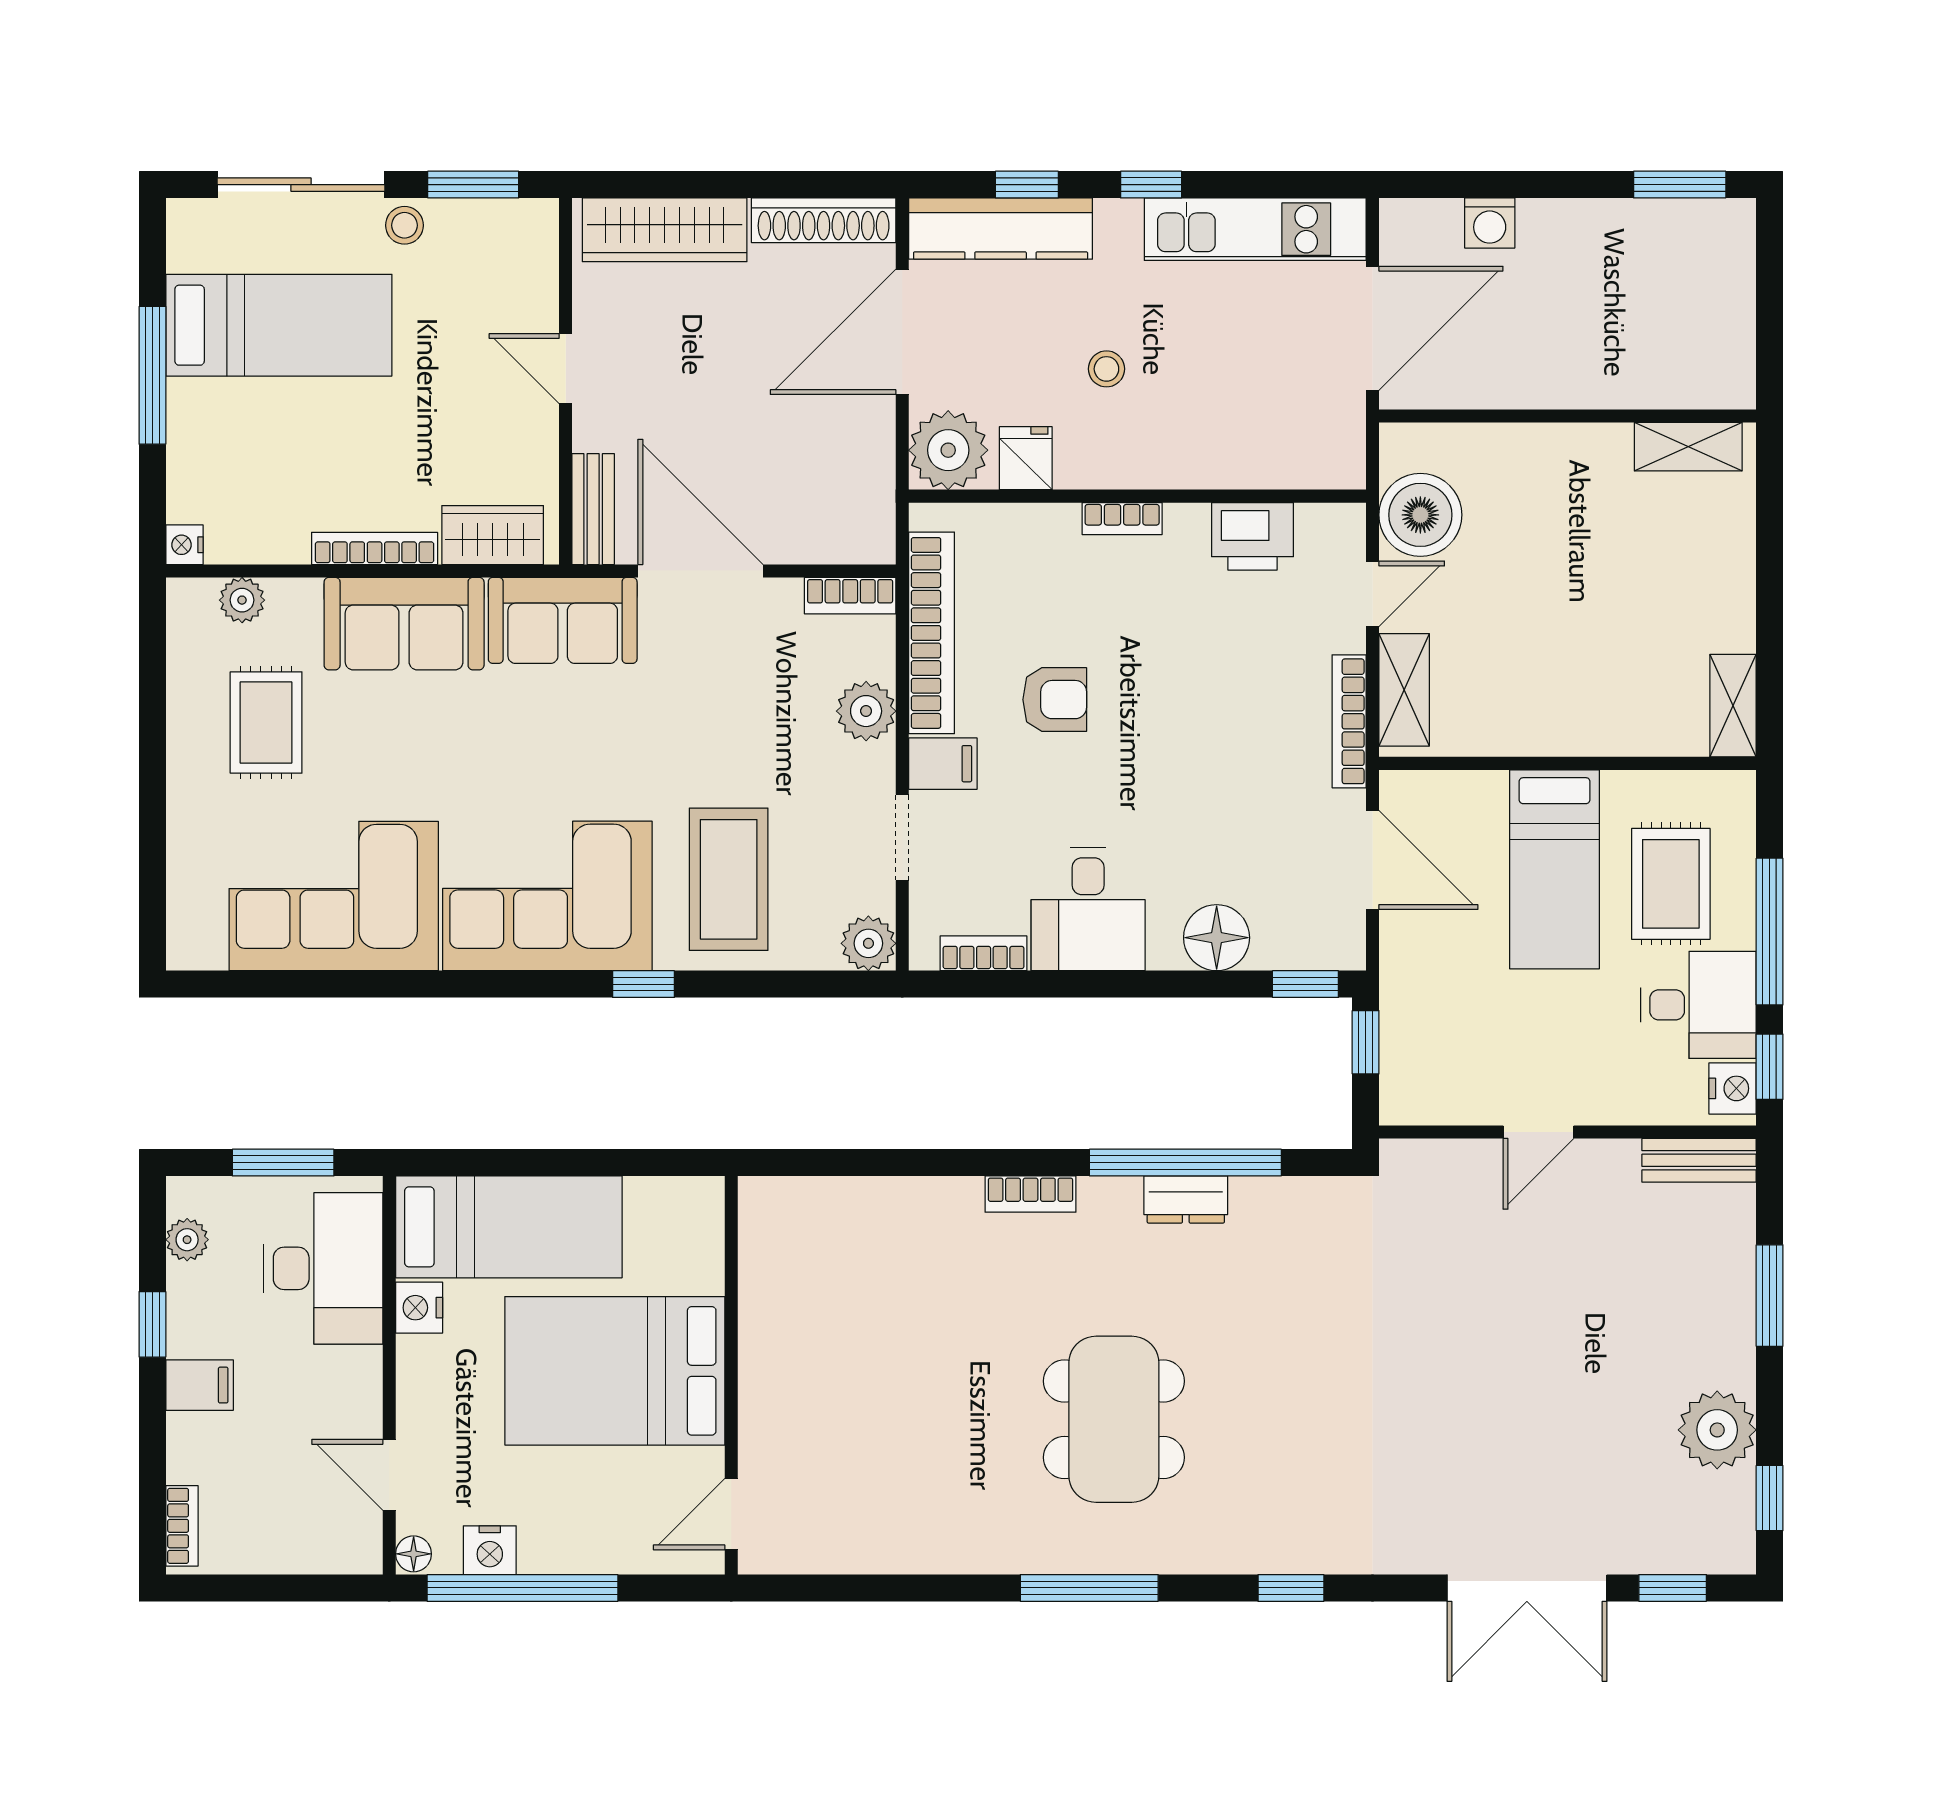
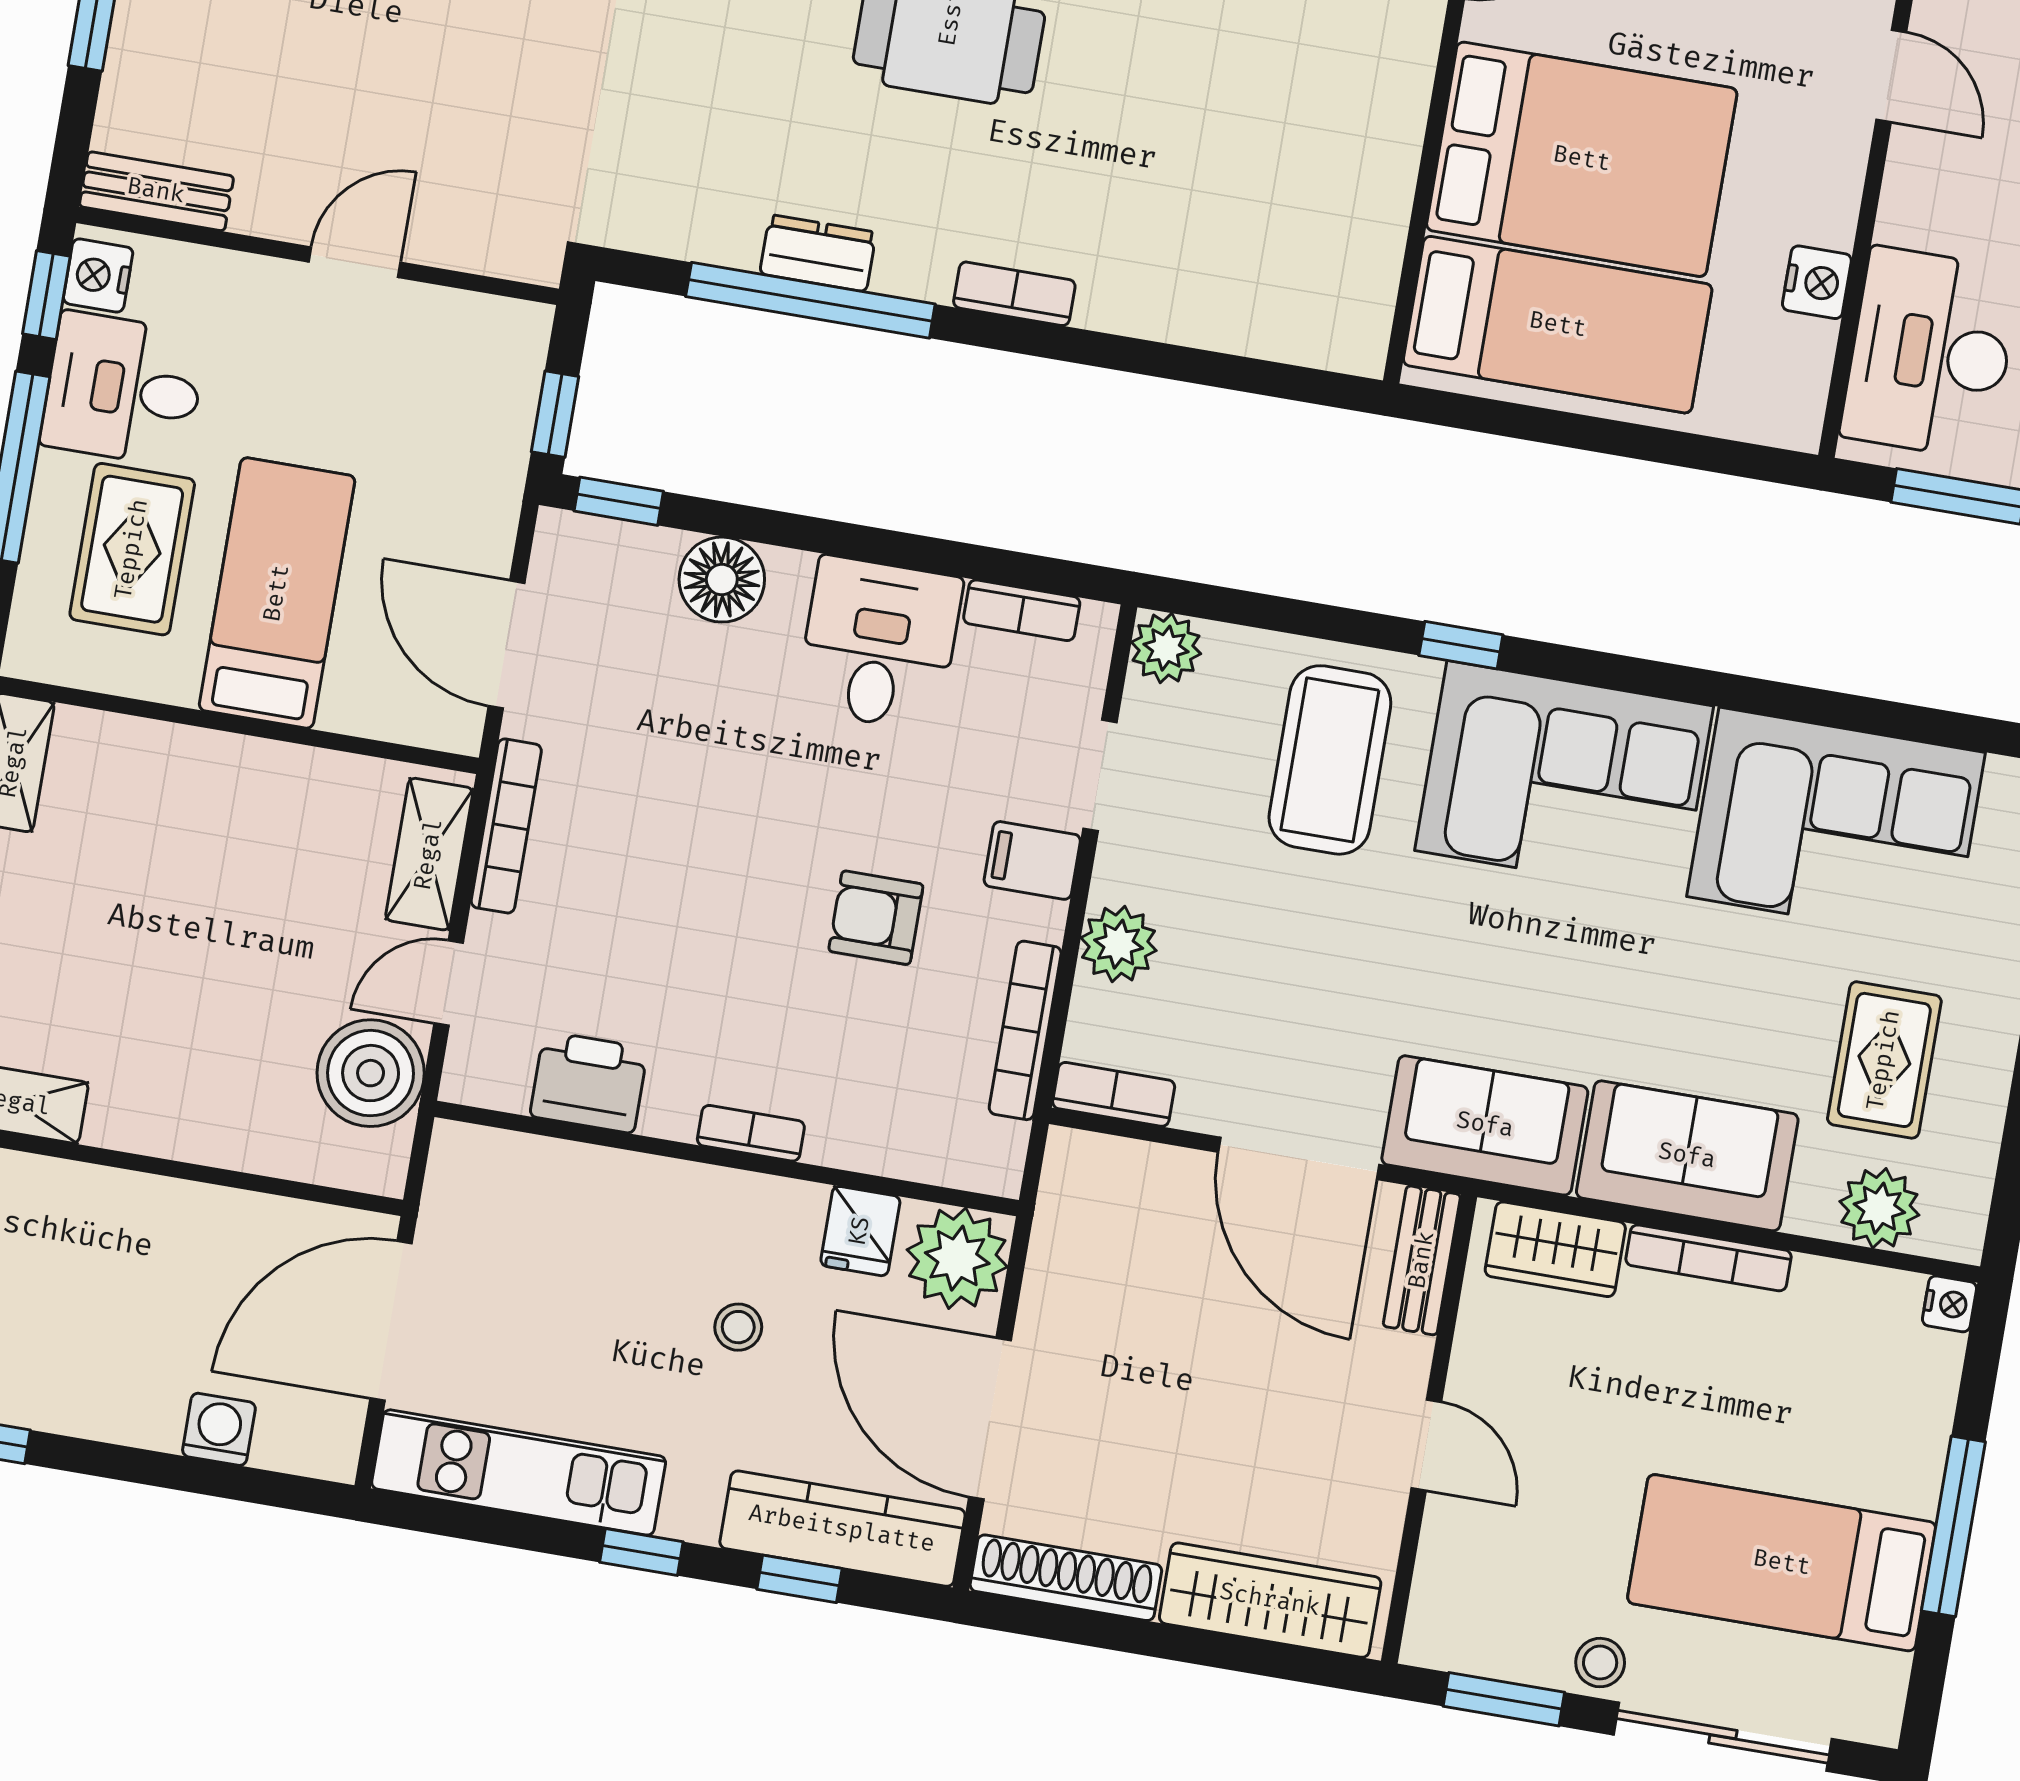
door: (902, 332) -> (990, 1419), swing flipped
plant: (242, 600) -> (1879, 1208), width x1.38, depth x1.38
bookcase: (932, 633) -> (1025, 1030), width x0.68, depth x0.76
bed: (509, 1227) -> (1558, 325), moved, turned 180

